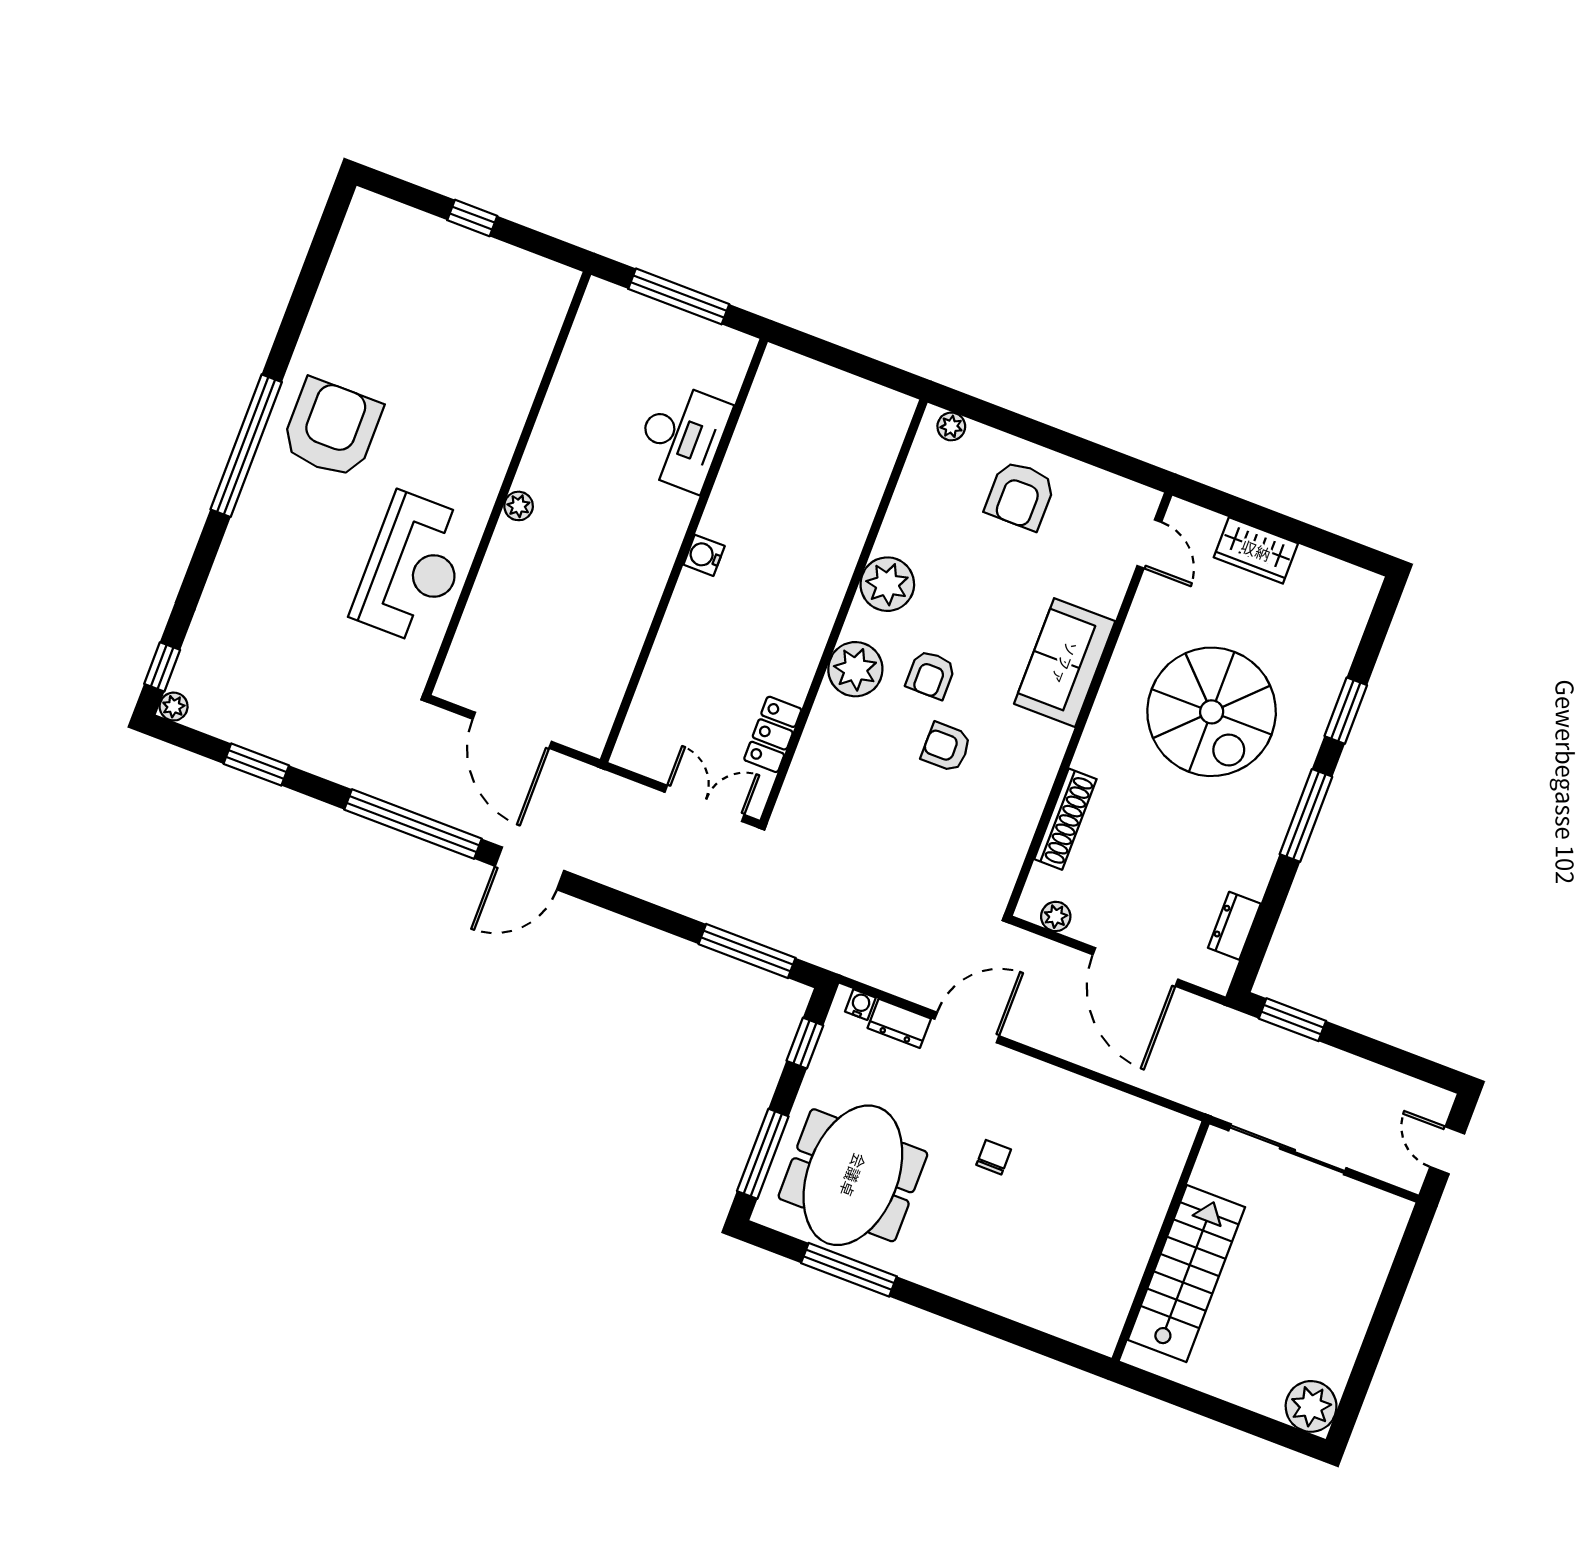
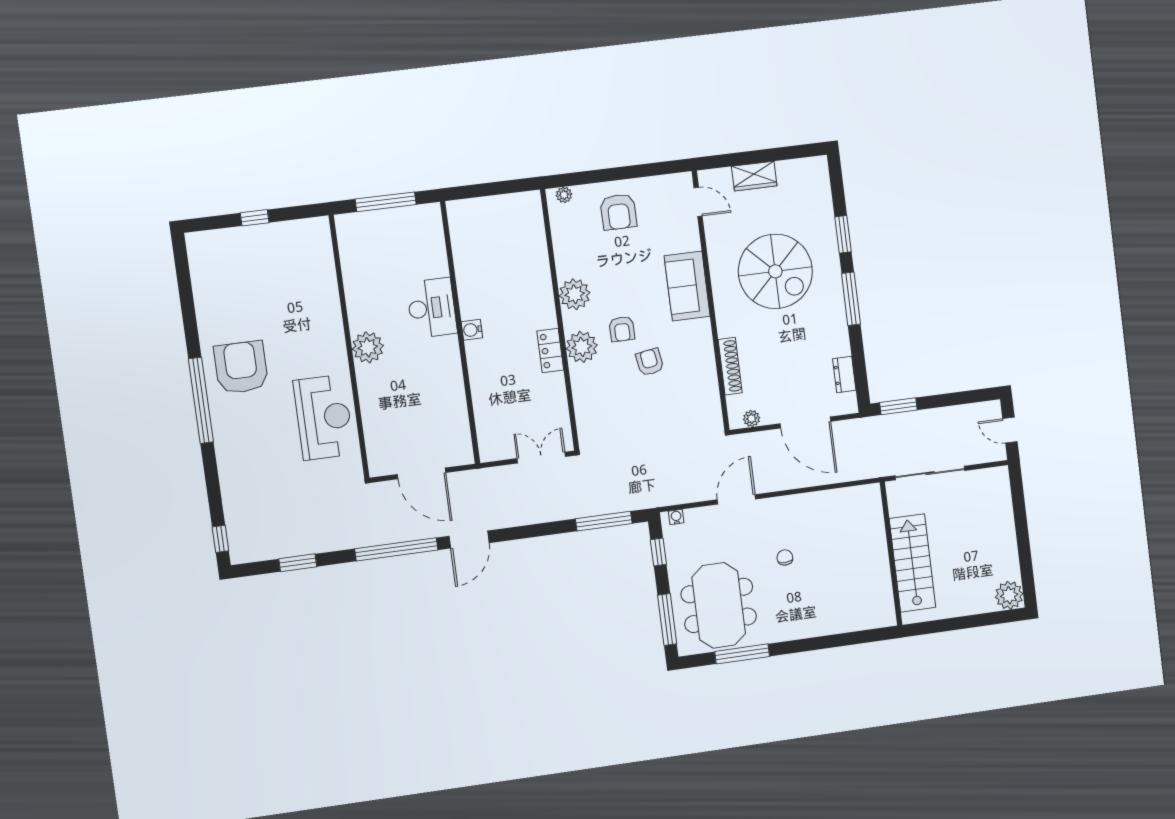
desk: (682, 437) -> (432, 308), moved
plant: (519, 506) -> (368, 347), width x1.88, depth x1.88
plant: (174, 707) -> (238, 556), removed
locker: (773, 734) -> (550, 350), moved
armchair: (946, 747) -> (650, 362), turned 81
dresser: (899, 1023) -> (701, 516), removed

